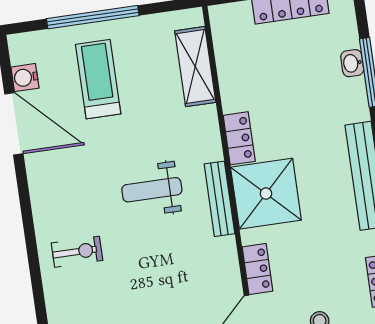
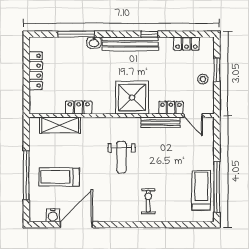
washbasin: (352, 63) -> (94, 42), moved
locker: (239, 138) -> (79, 107), moved
bench: (219, 199) -> (160, 122), moved

